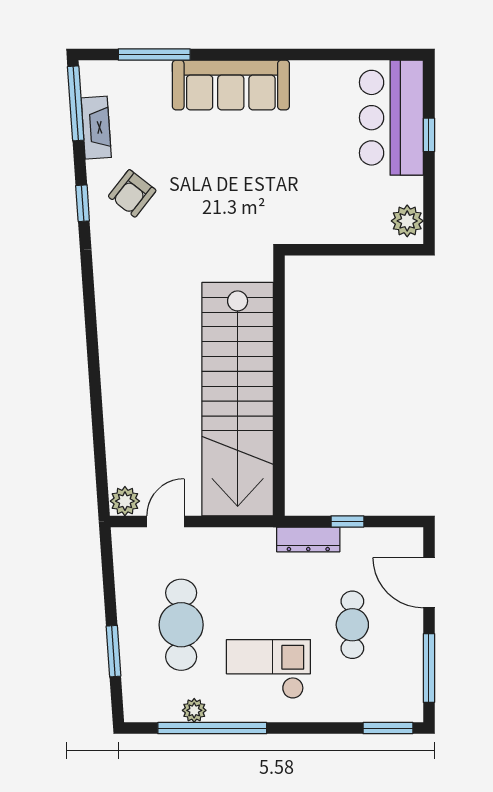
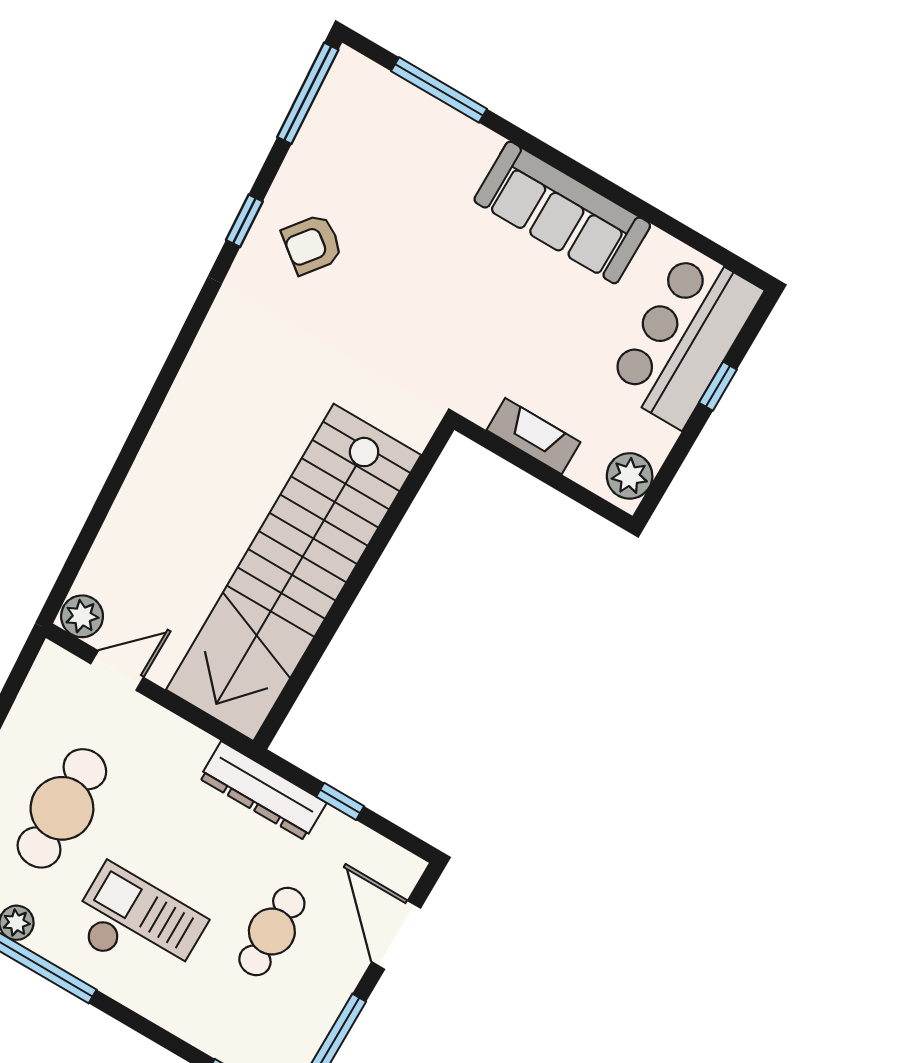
sofa: (231, 85) -> (562, 212), moved
fireplace: (96, 128) -> (533, 436), moved, turned -86
dresser: (308, 539) -> (263, 791), width x1.37, depth x1.24

